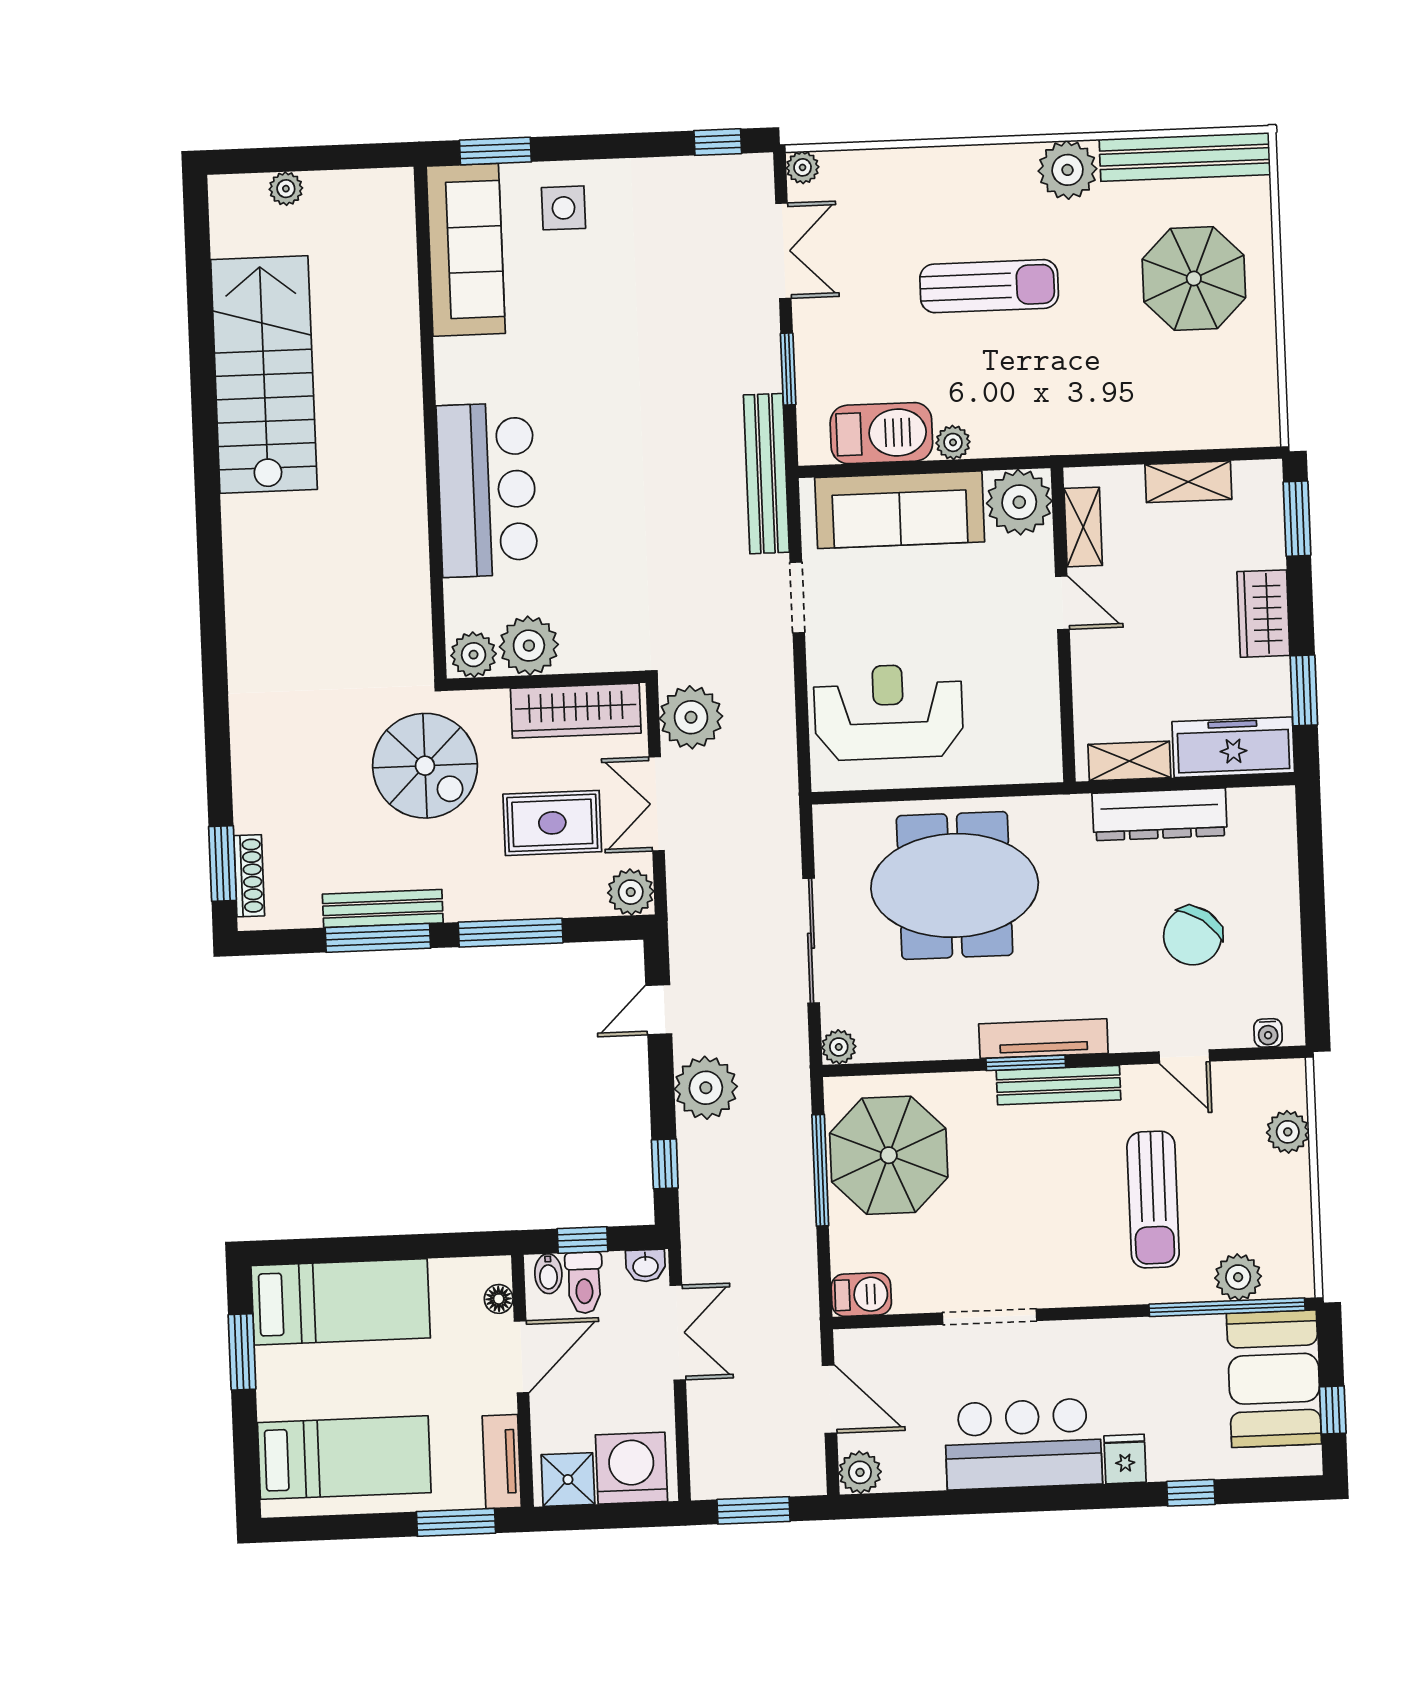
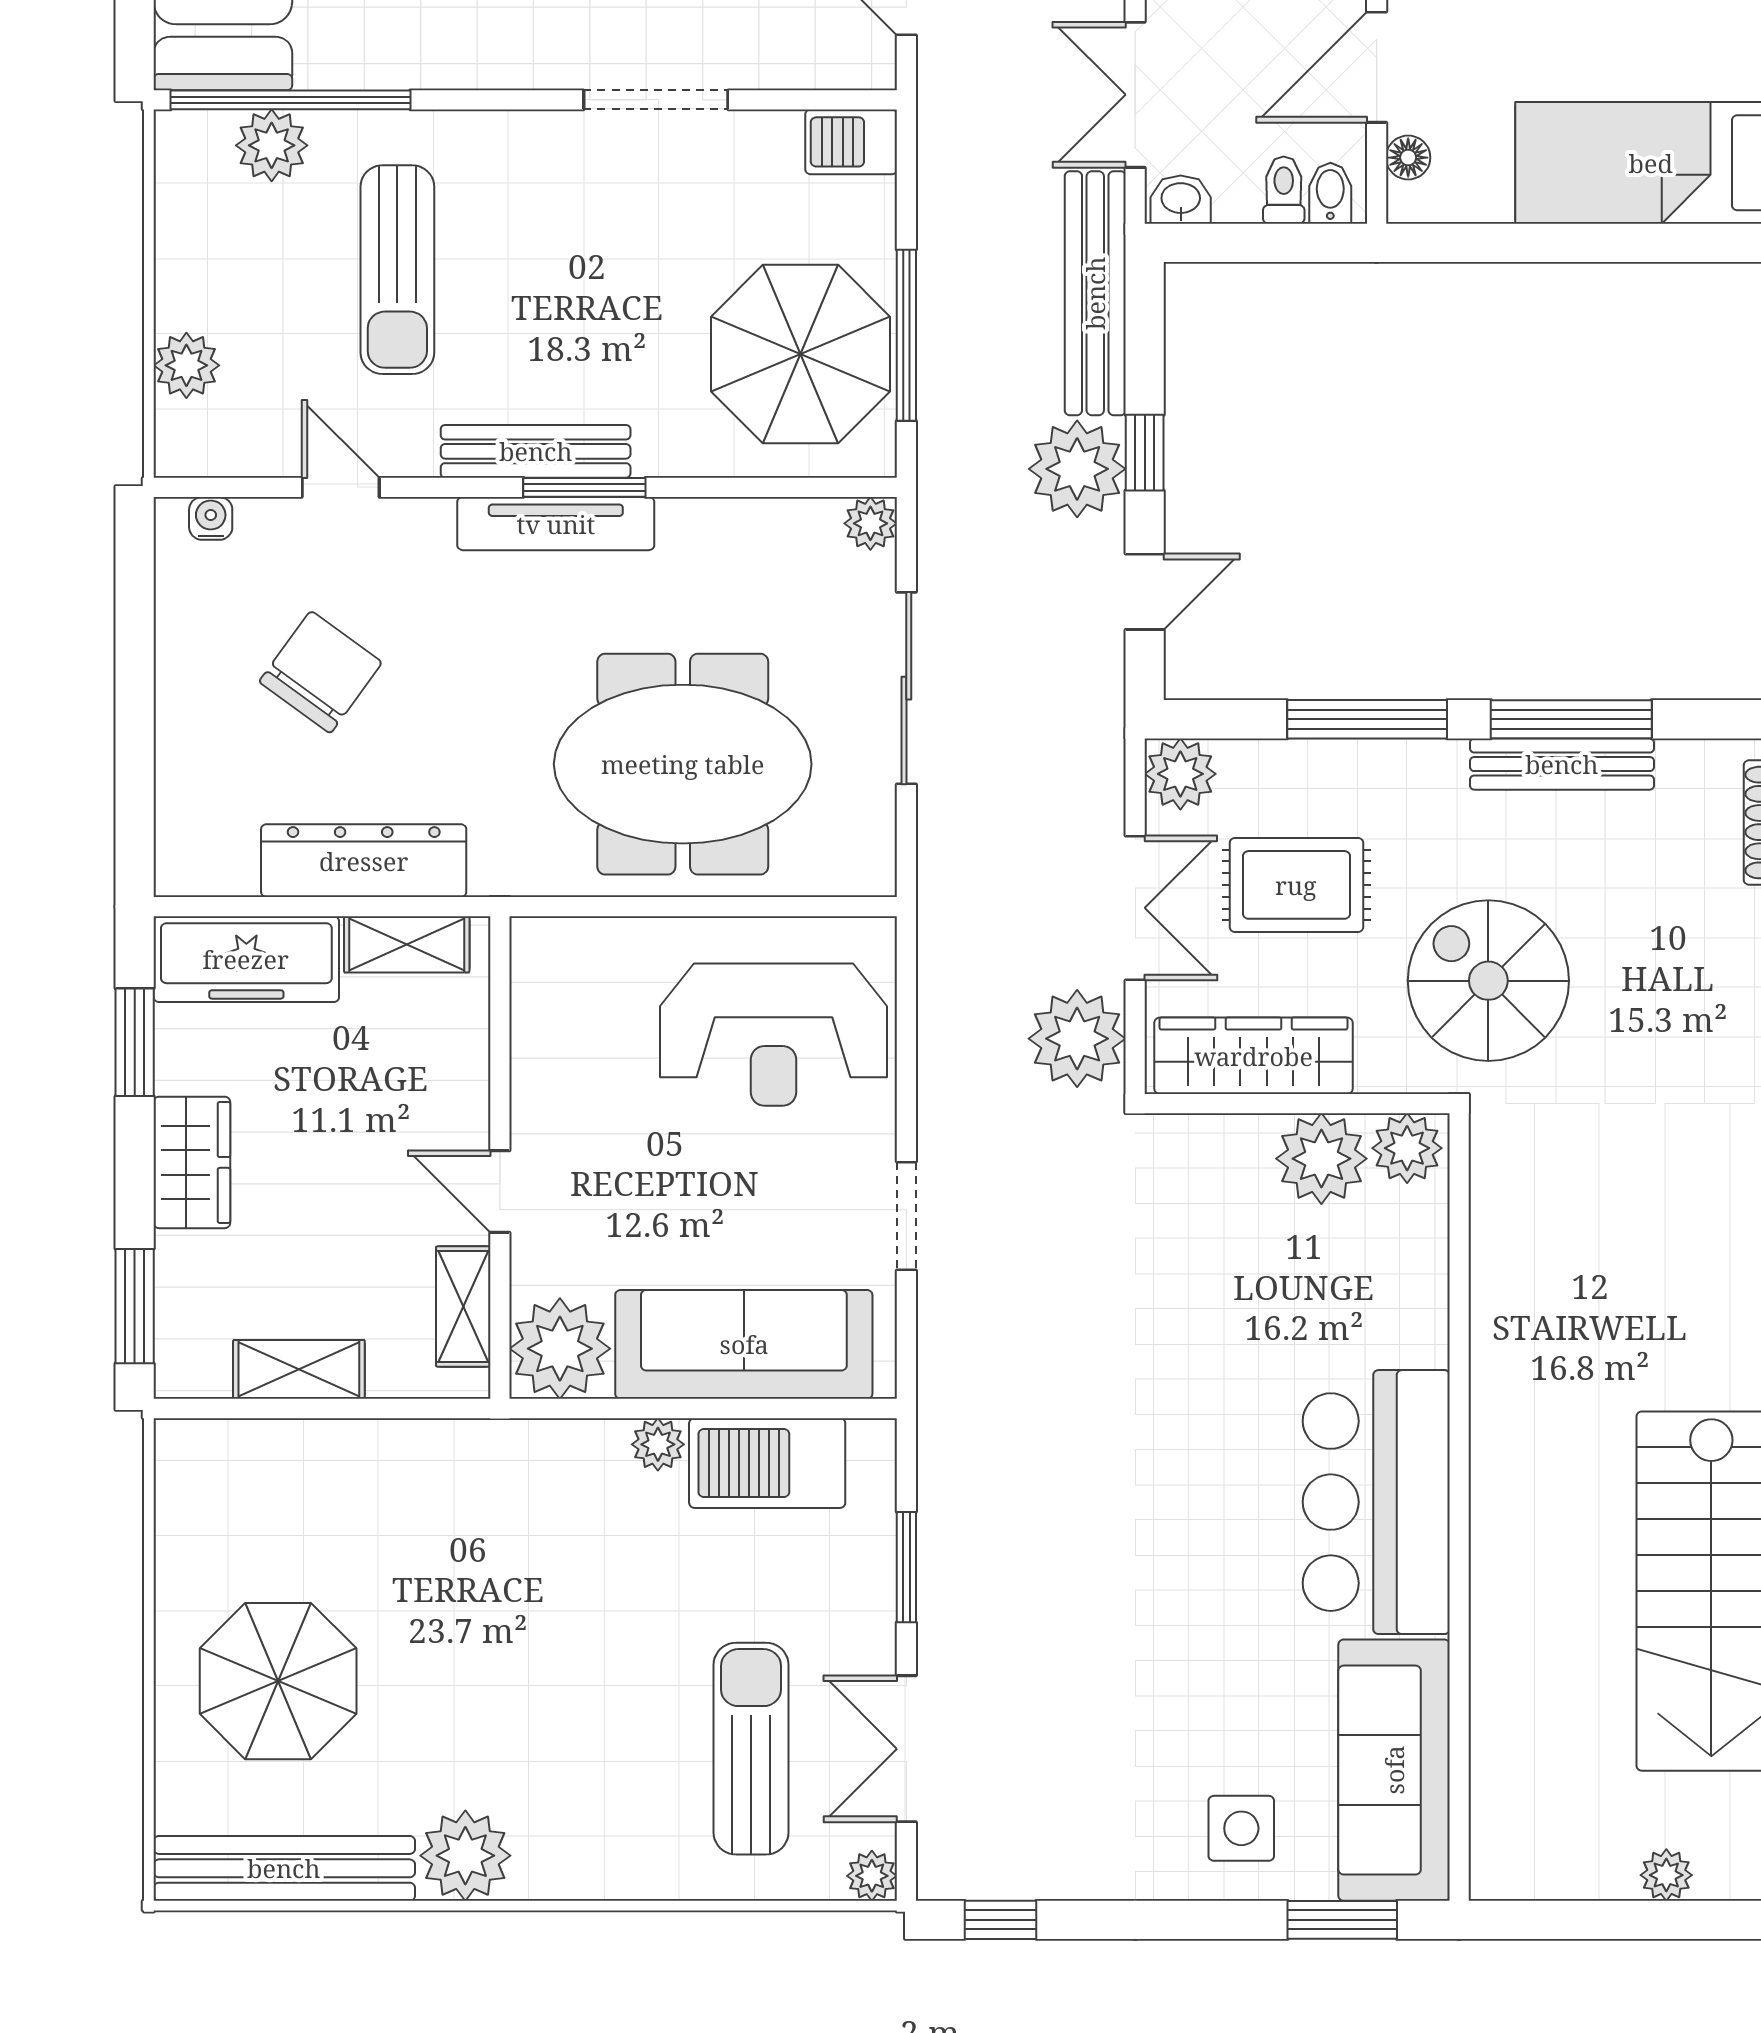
sun lounger: (989, 286) -> (751, 1749), moved, turned 90
bench: (766, 474) -> (1095, 293), moved
bar counter: (487, 490) -> (1376, 1502), moved
window: (665, 1164) -> (1145, 453), moved
sun lounger: (1153, 1200) -> (397, 270), turned 180
window: (582, 1240) -> (1276, 243), removed
toilet: (584, 1283) -> (1284, 190), width x0.73, depth x0.72

